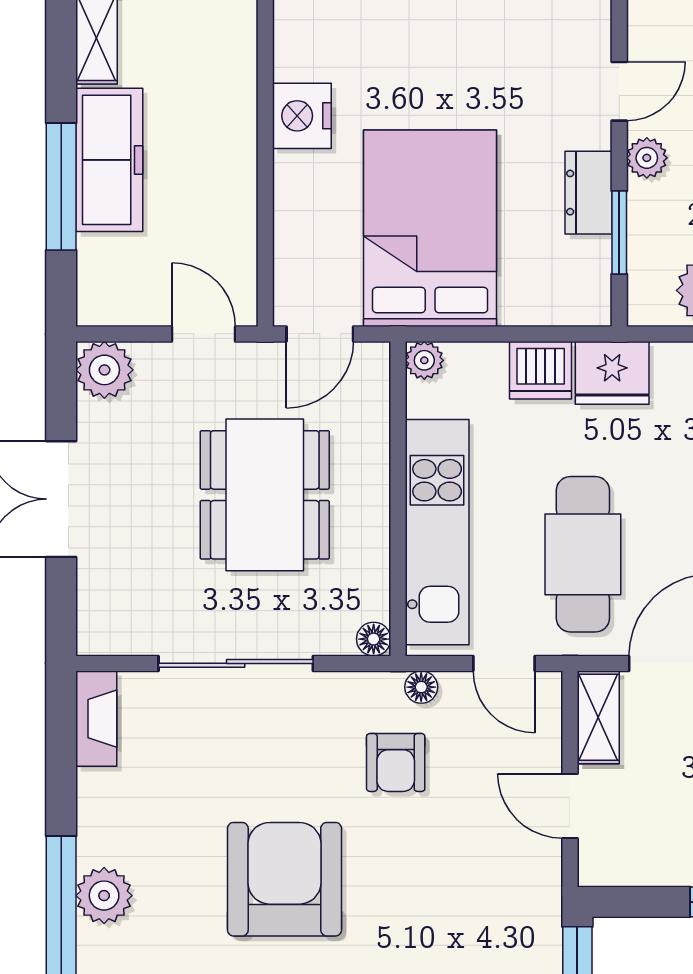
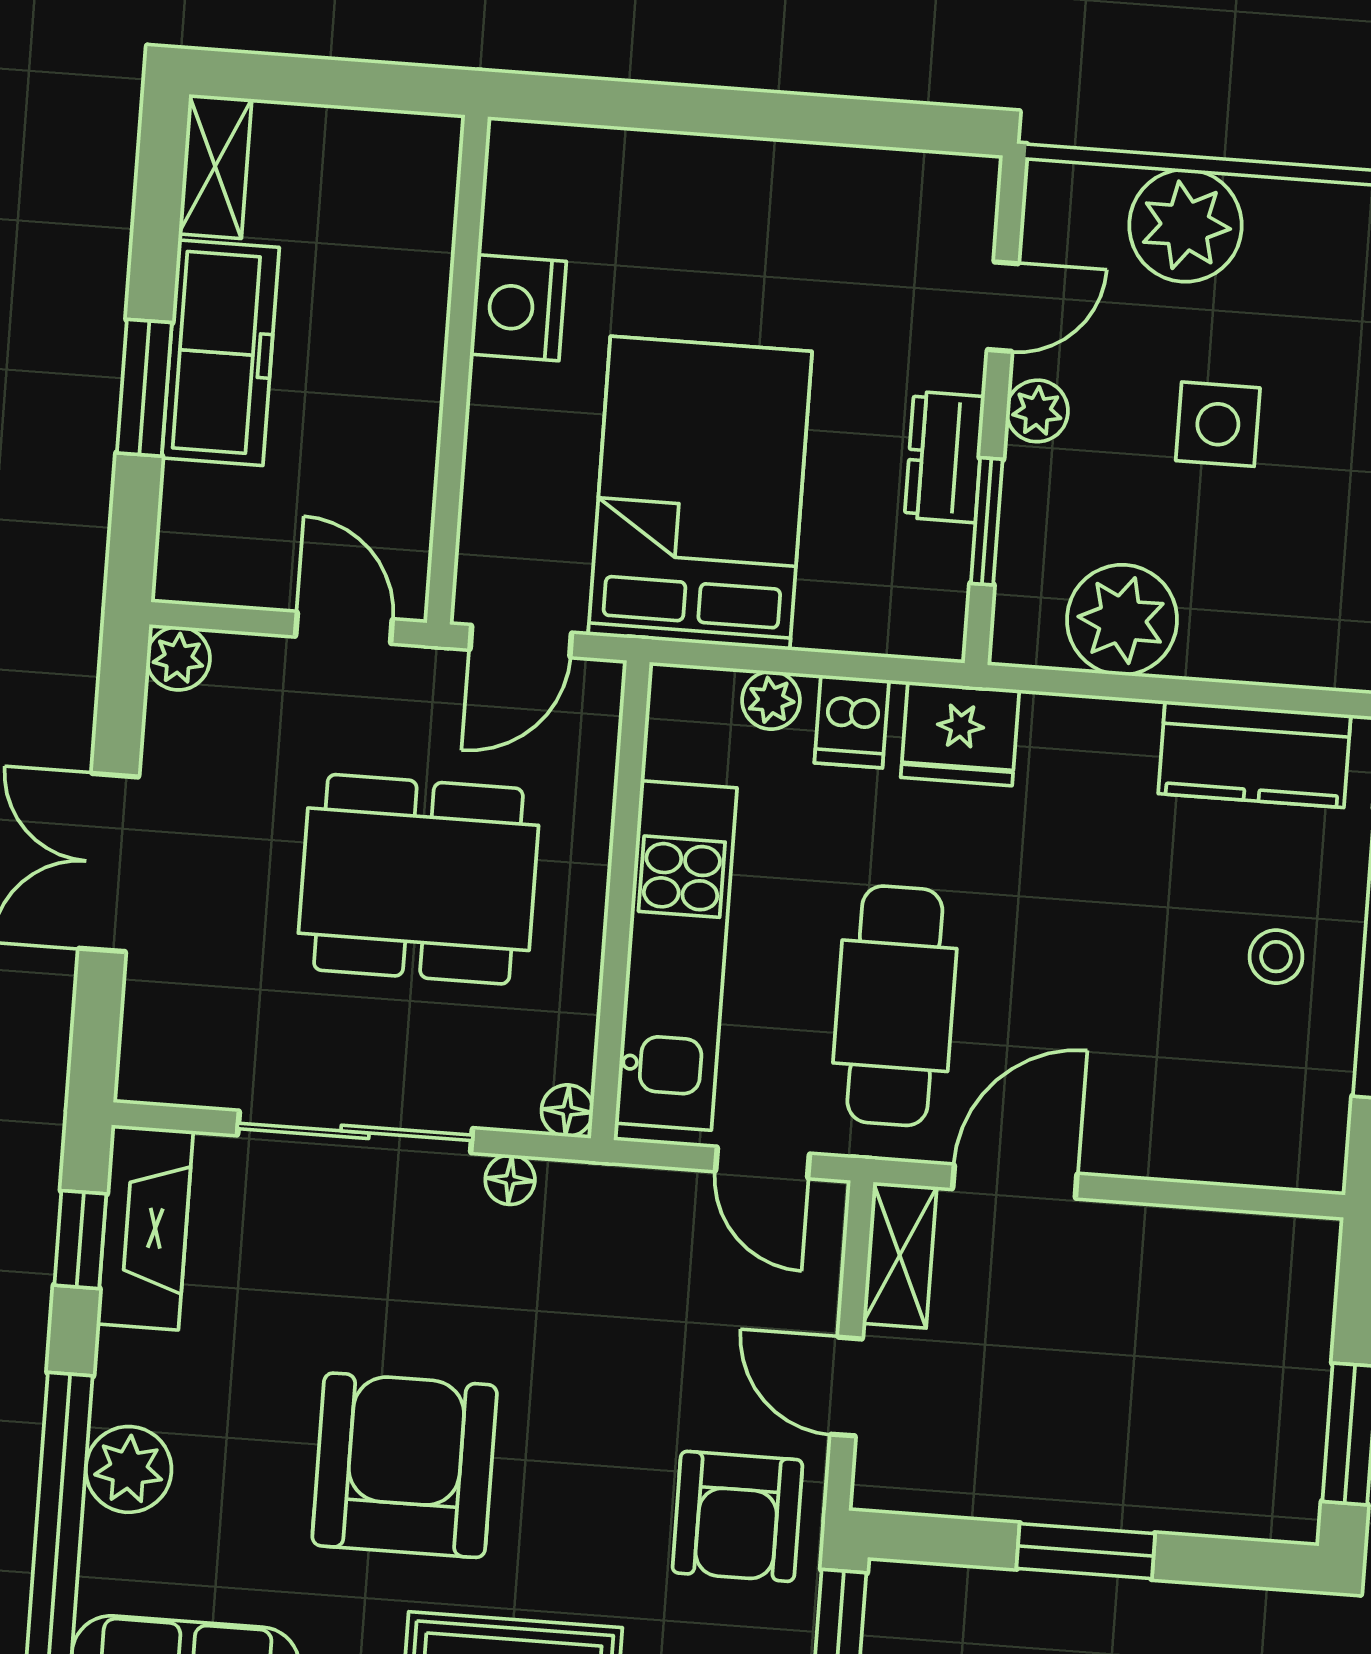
window: (61, 187) -> (144, 388), width x0.69
plant: (424, 360) -> (771, 700), moved
plant: (104, 370) -> (178, 658), width x0.73, depth x0.73
dishwasher: (541, 370) -> (852, 721), width x0.73
dining table: (265, 495) -> (418, 879), turned 90
floor lamp: (421, 687) -> (510, 1180), moved
fireplace: (96, 719) -> (145, 1227), width x1.37, depth x1.32
window: (61, 747) -> (80, 1240), added
armchair: (396, 762) -> (737, 1516), moved, width x1.38, depth x1.38

